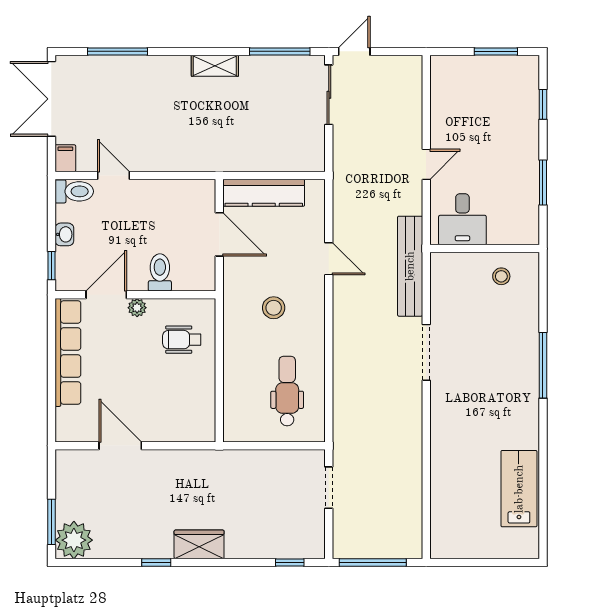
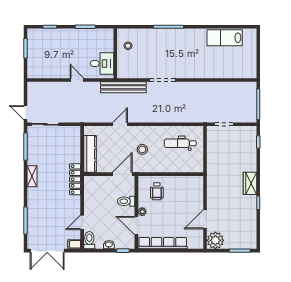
locker: (208, 160) -> (75, 179), added
door: (219, 234) -> (122, 174), moved
plant: (74, 540) -> (215, 240), moved

